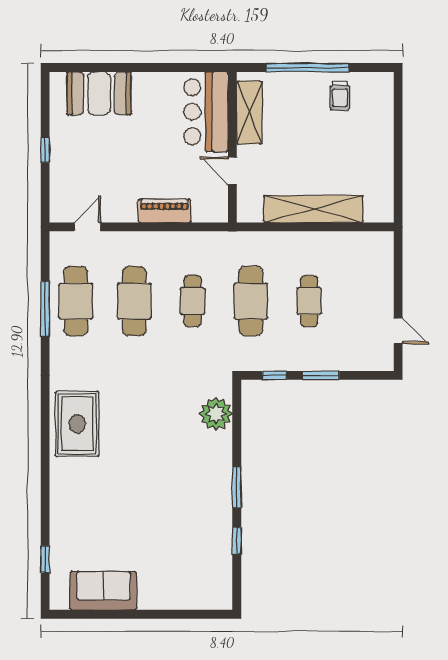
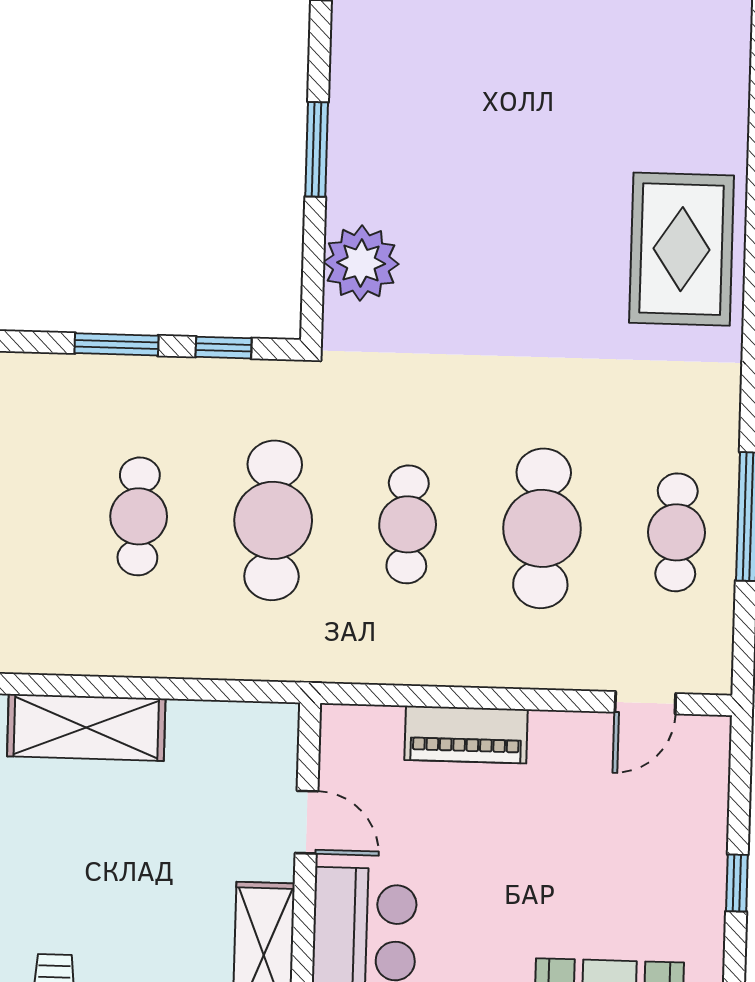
shelving: (313, 209) -> (86, 727), width x0.68
cafe table: (76, 301) -> (676, 532), width x0.73, depth x0.74
window: (237, 487) -> (317, 149), moved

